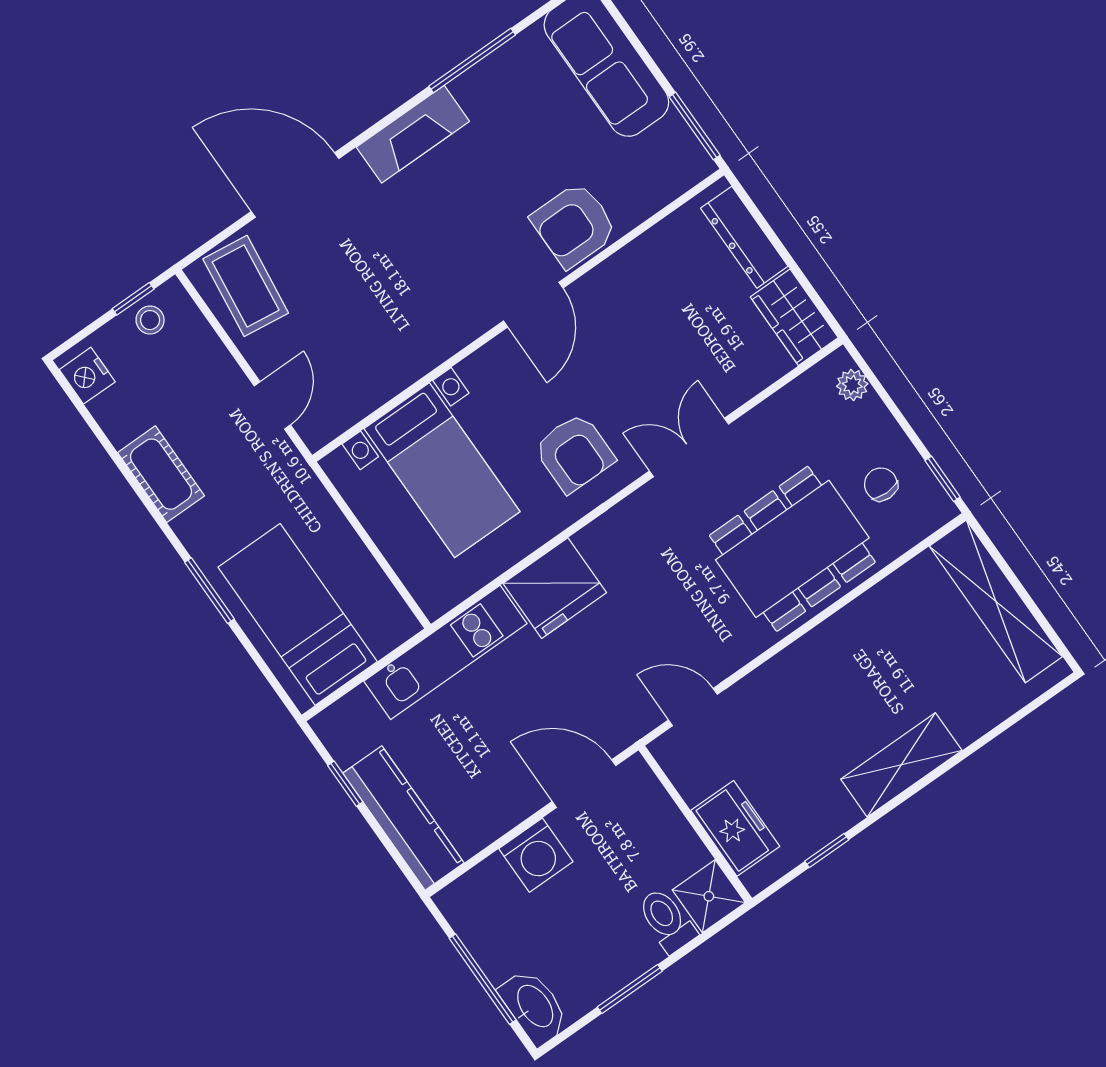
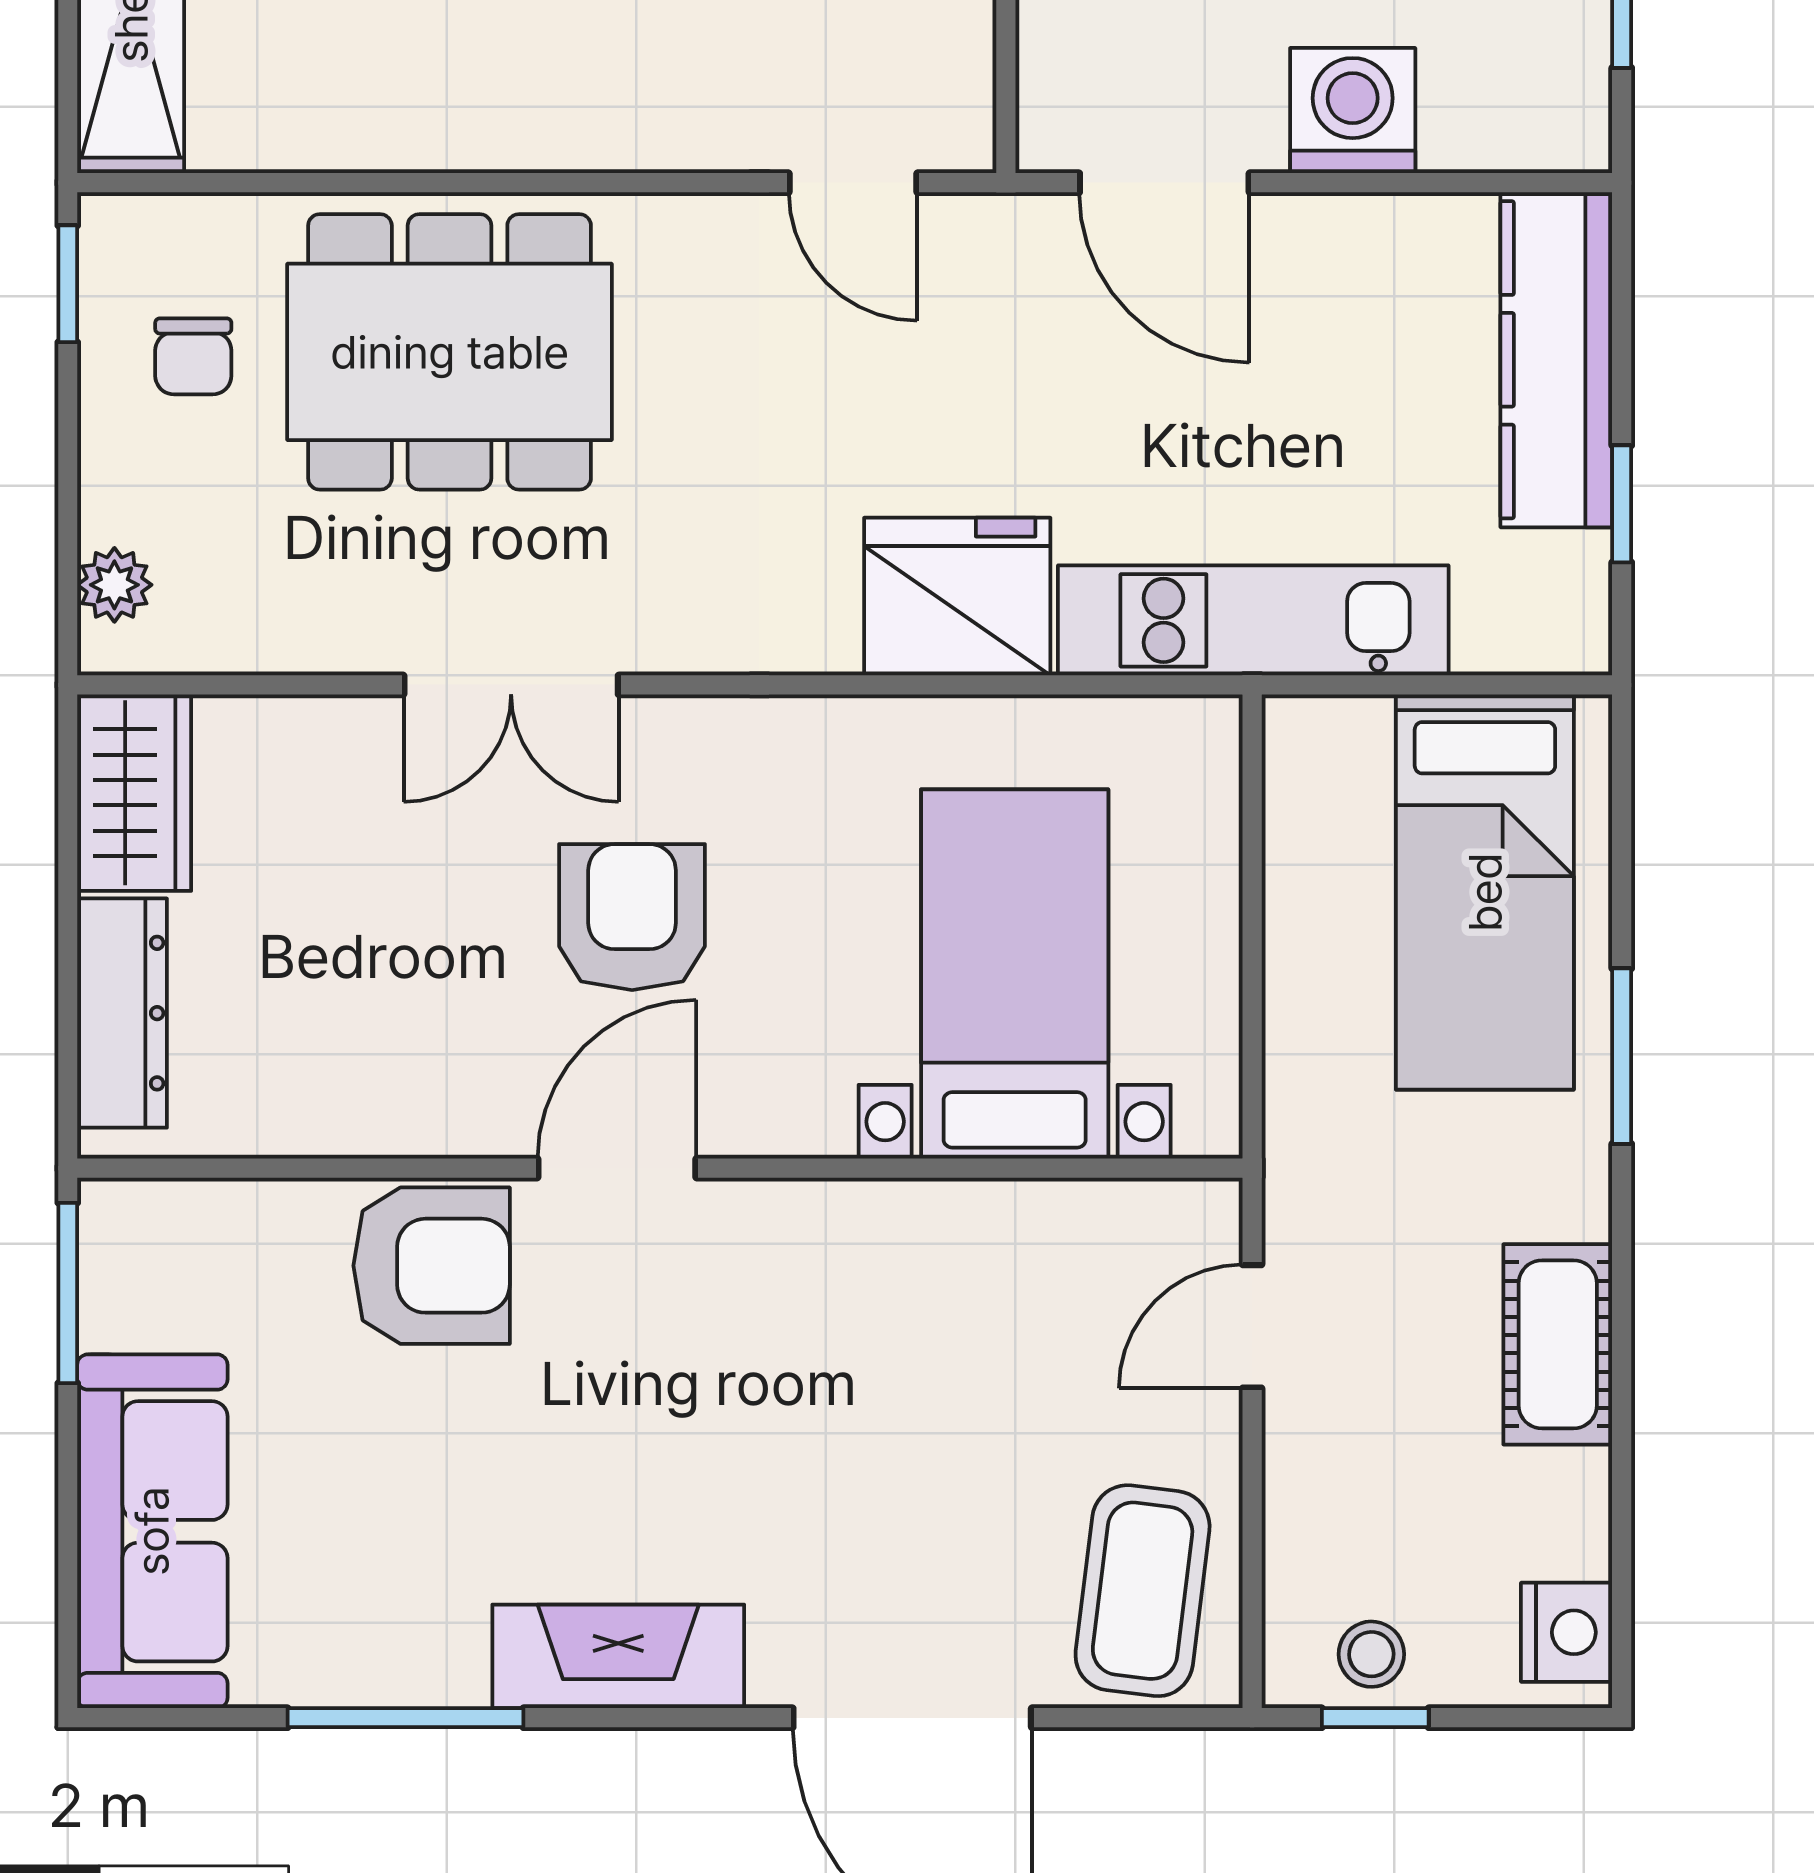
armchair: (574, 453) -> (632, 917), moved

